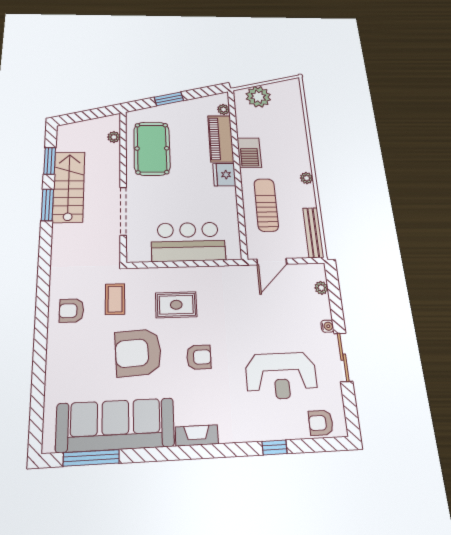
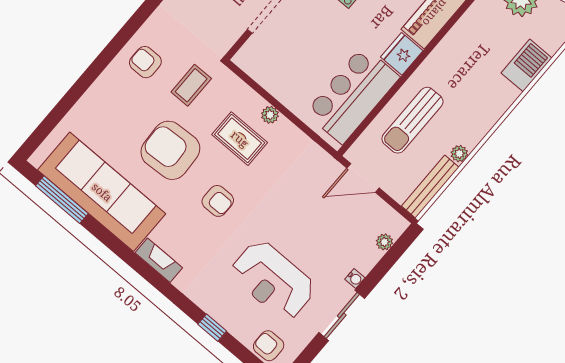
barbecue: (249, 153) -> (527, 65), moved, turned 180
plant: (307, 178) -> (459, 154), moved
sun lounger: (266, 205) -> (412, 120), turned 180
bar counter: (188, 242) -> (352, 95), moved, turned -90
plant: (181, 274) -> (270, 115), added

